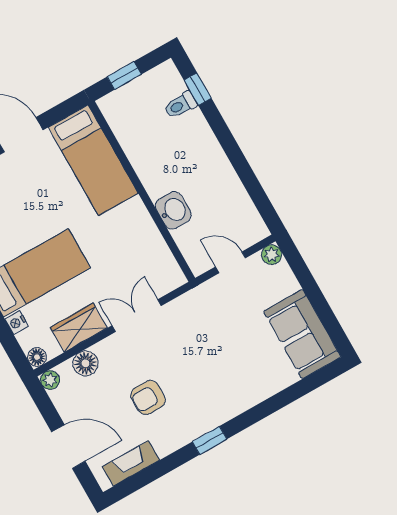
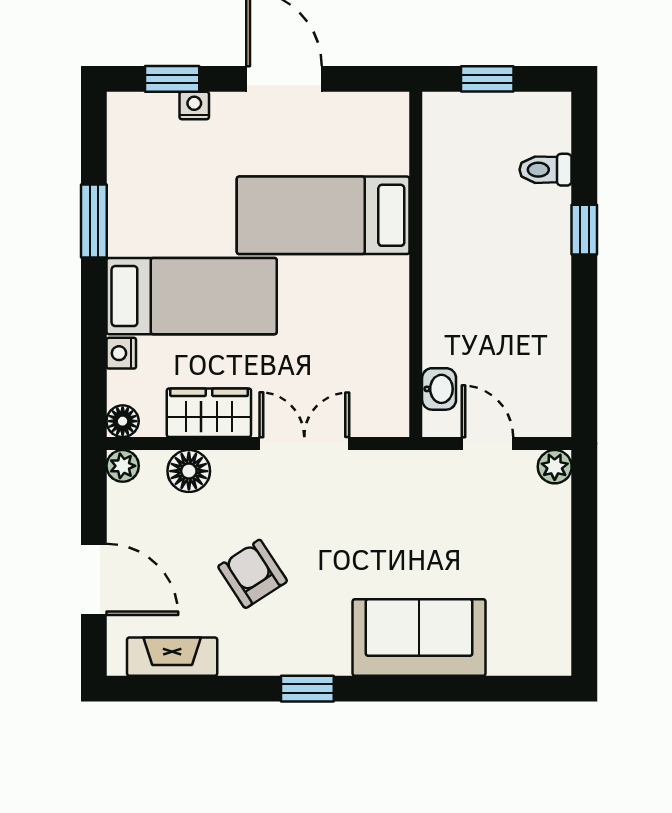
window: (198, 89) -> (584, 230), moved
bed: (93, 160) -> (323, 215), moved, turned 90
washbasin: (173, 210) -> (439, 389), moved, width x0.72, depth x0.69
sofa: (302, 334) -> (419, 638), moved, turned 90
armchair: (148, 397) -> (253, 574), turned 57

